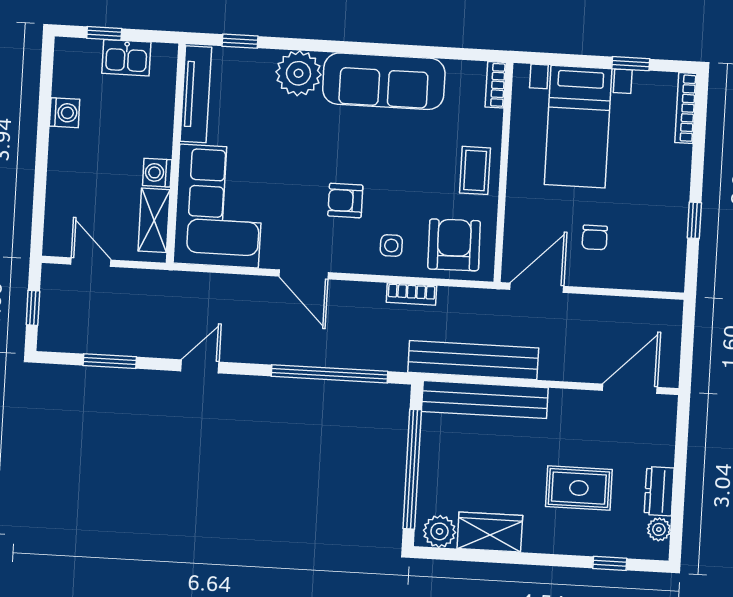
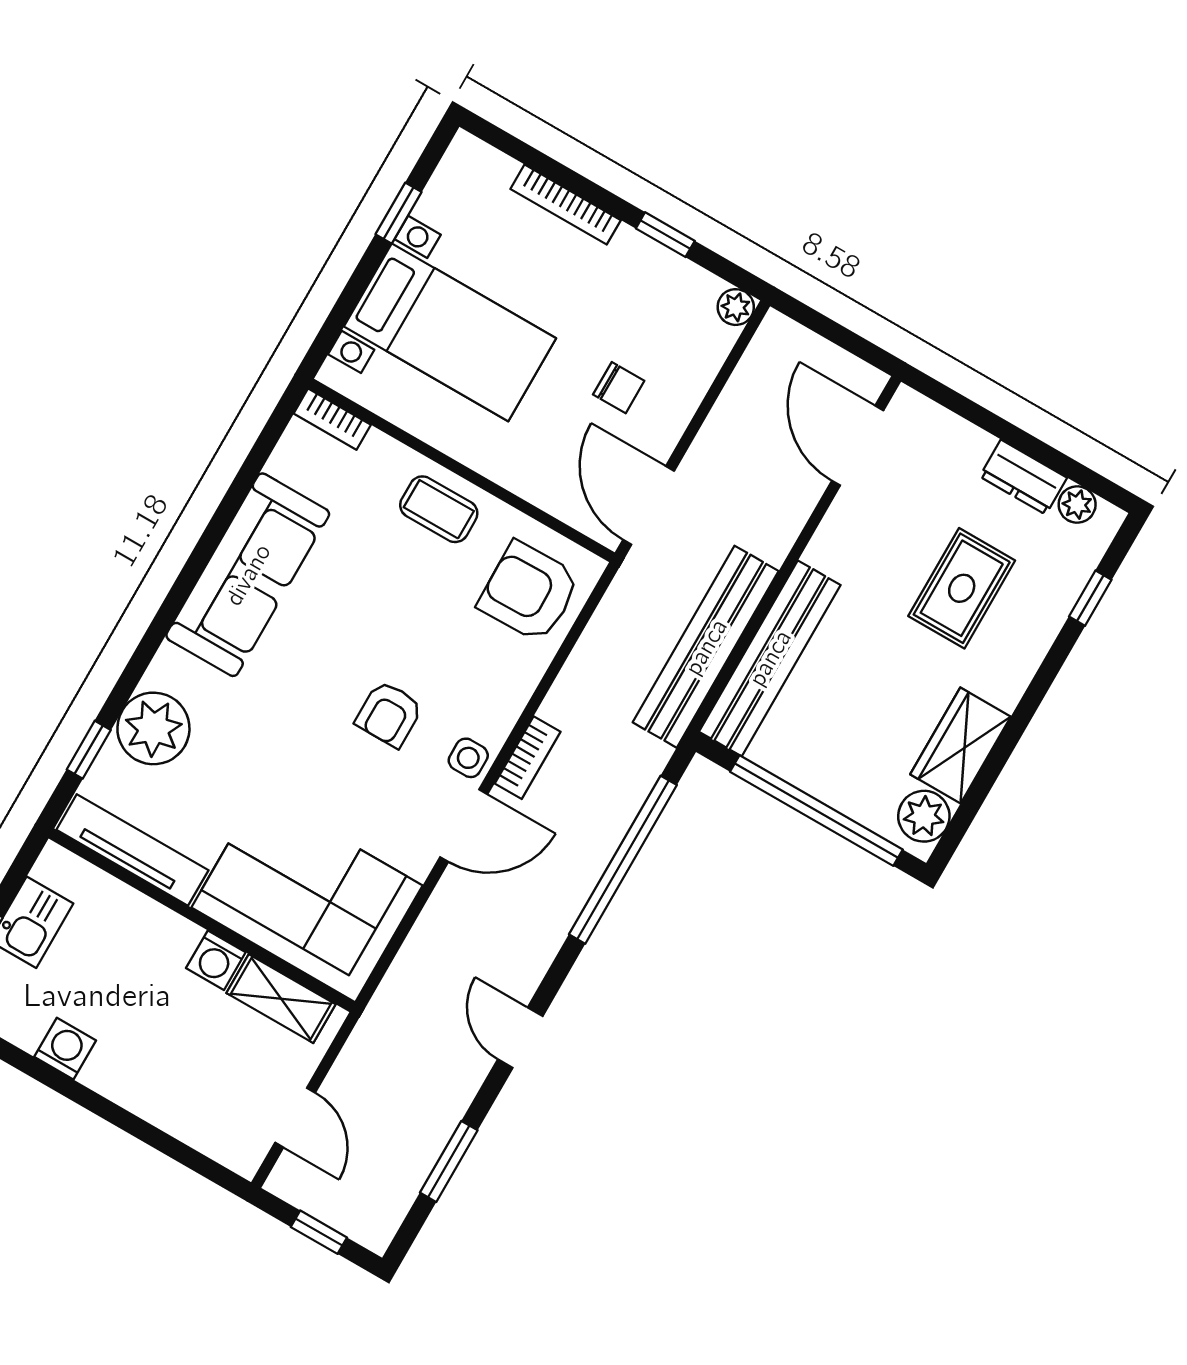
plant: (298, 73) -> (153, 728), moved
bookcase: (686, 108) -> (566, 205), moved
side table: (391, 245) -> (468, 758), moved
door: (91, 262) -> (295, 1118), swing flipped
plant: (673, 281) -> (736, 307), added
bookcase: (411, 294) -> (528, 758), moved

